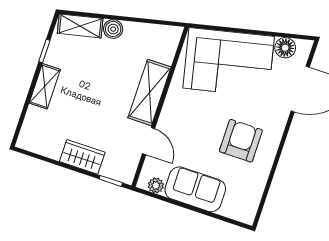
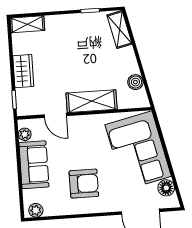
boiler: (113, 29) -> (135, 82), moved
shelving: (45, 86) -> (27, 24), moved
door: (149, 141) -> (55, 115), hinge flipped
plant: (249, 209) -> (36, 210), added

